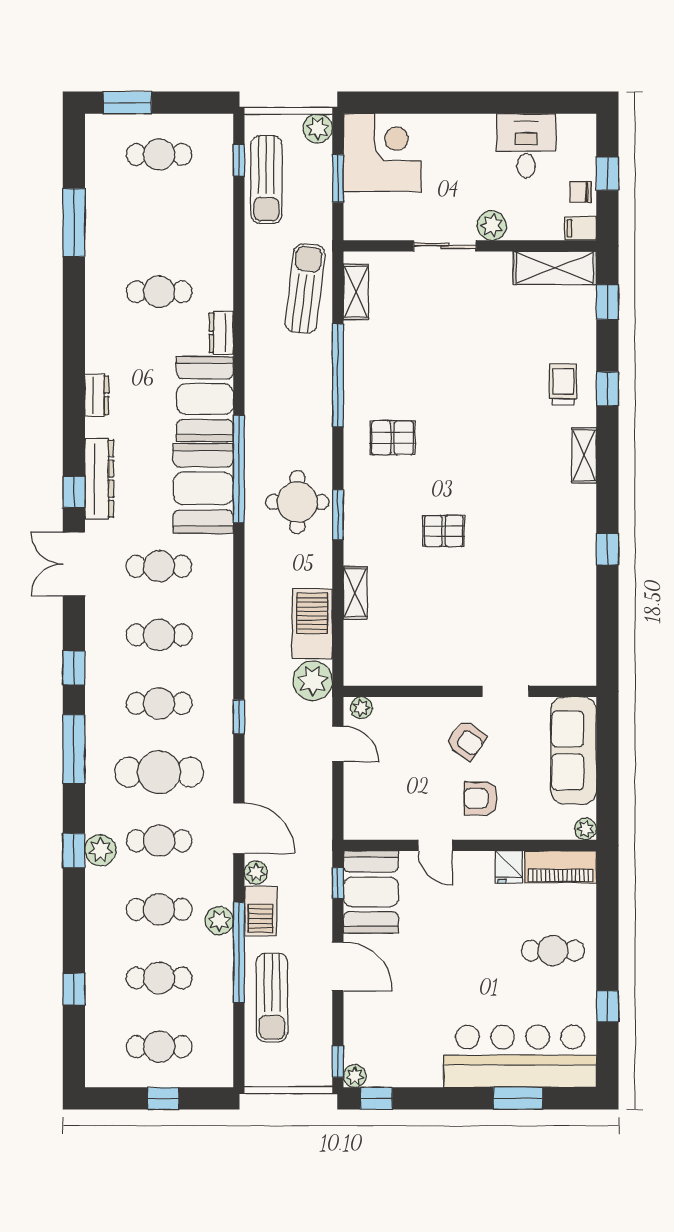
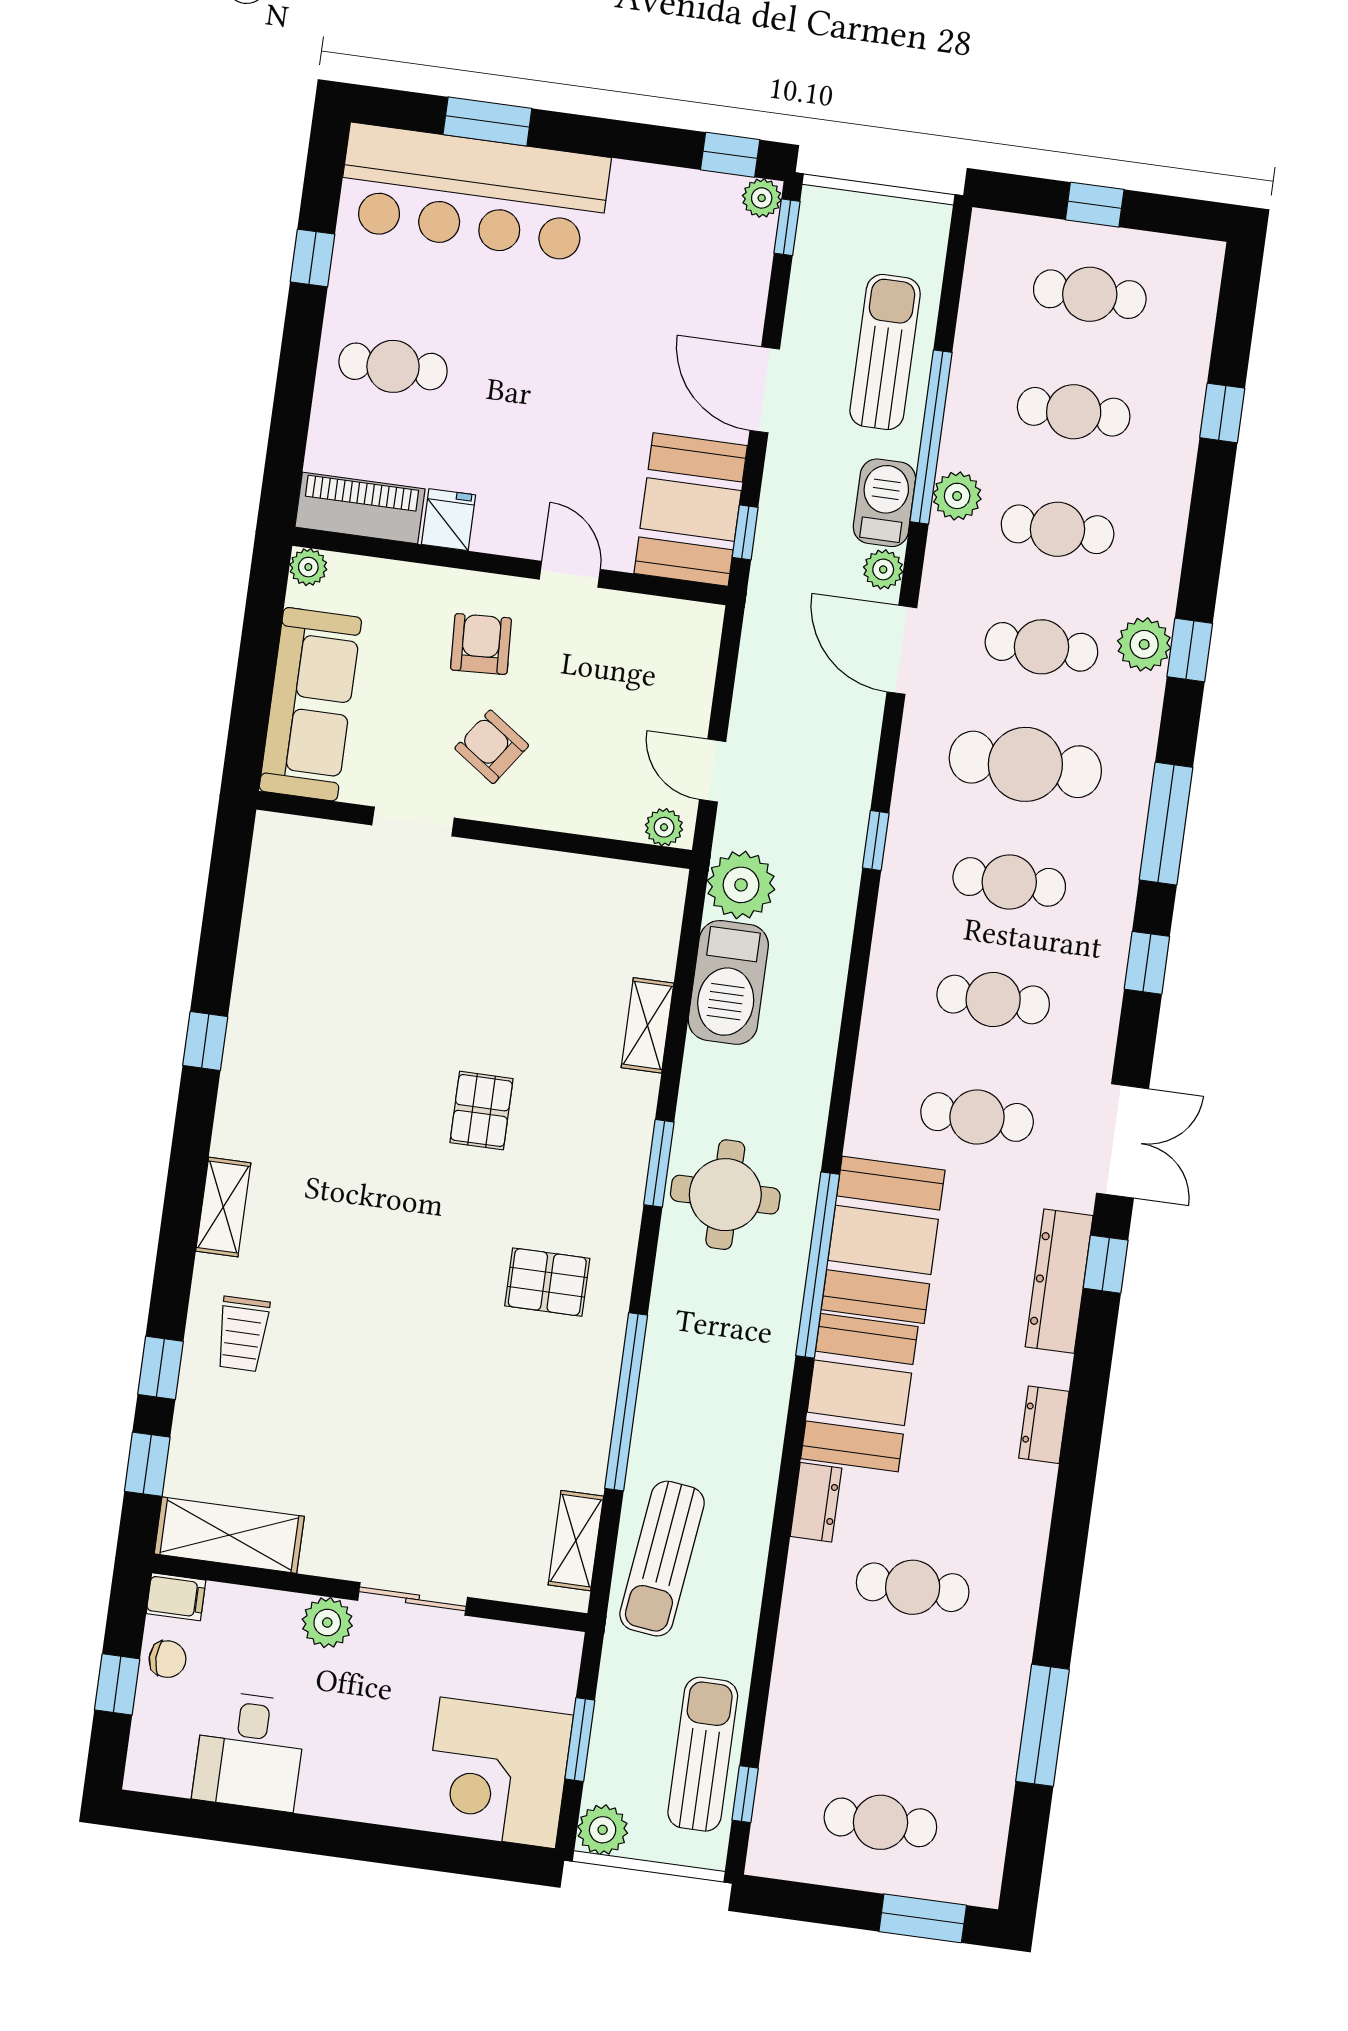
window: (607, 389) -> (160, 1368), moved
pallet: (444, 531) -> (481, 1111), turned 90
armchair: (481, 798) -> (481, 644), turned -93

